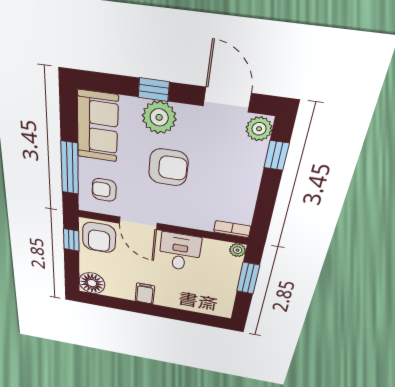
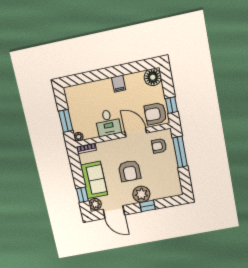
sofa: (97, 127) -> (94, 180), moved, turned 180
armchair: (168, 167) -> (130, 171), turned -90
armchair: (104, 190) -> (159, 146), turned 180
armchair: (99, 237) -> (155, 114), turned -90

